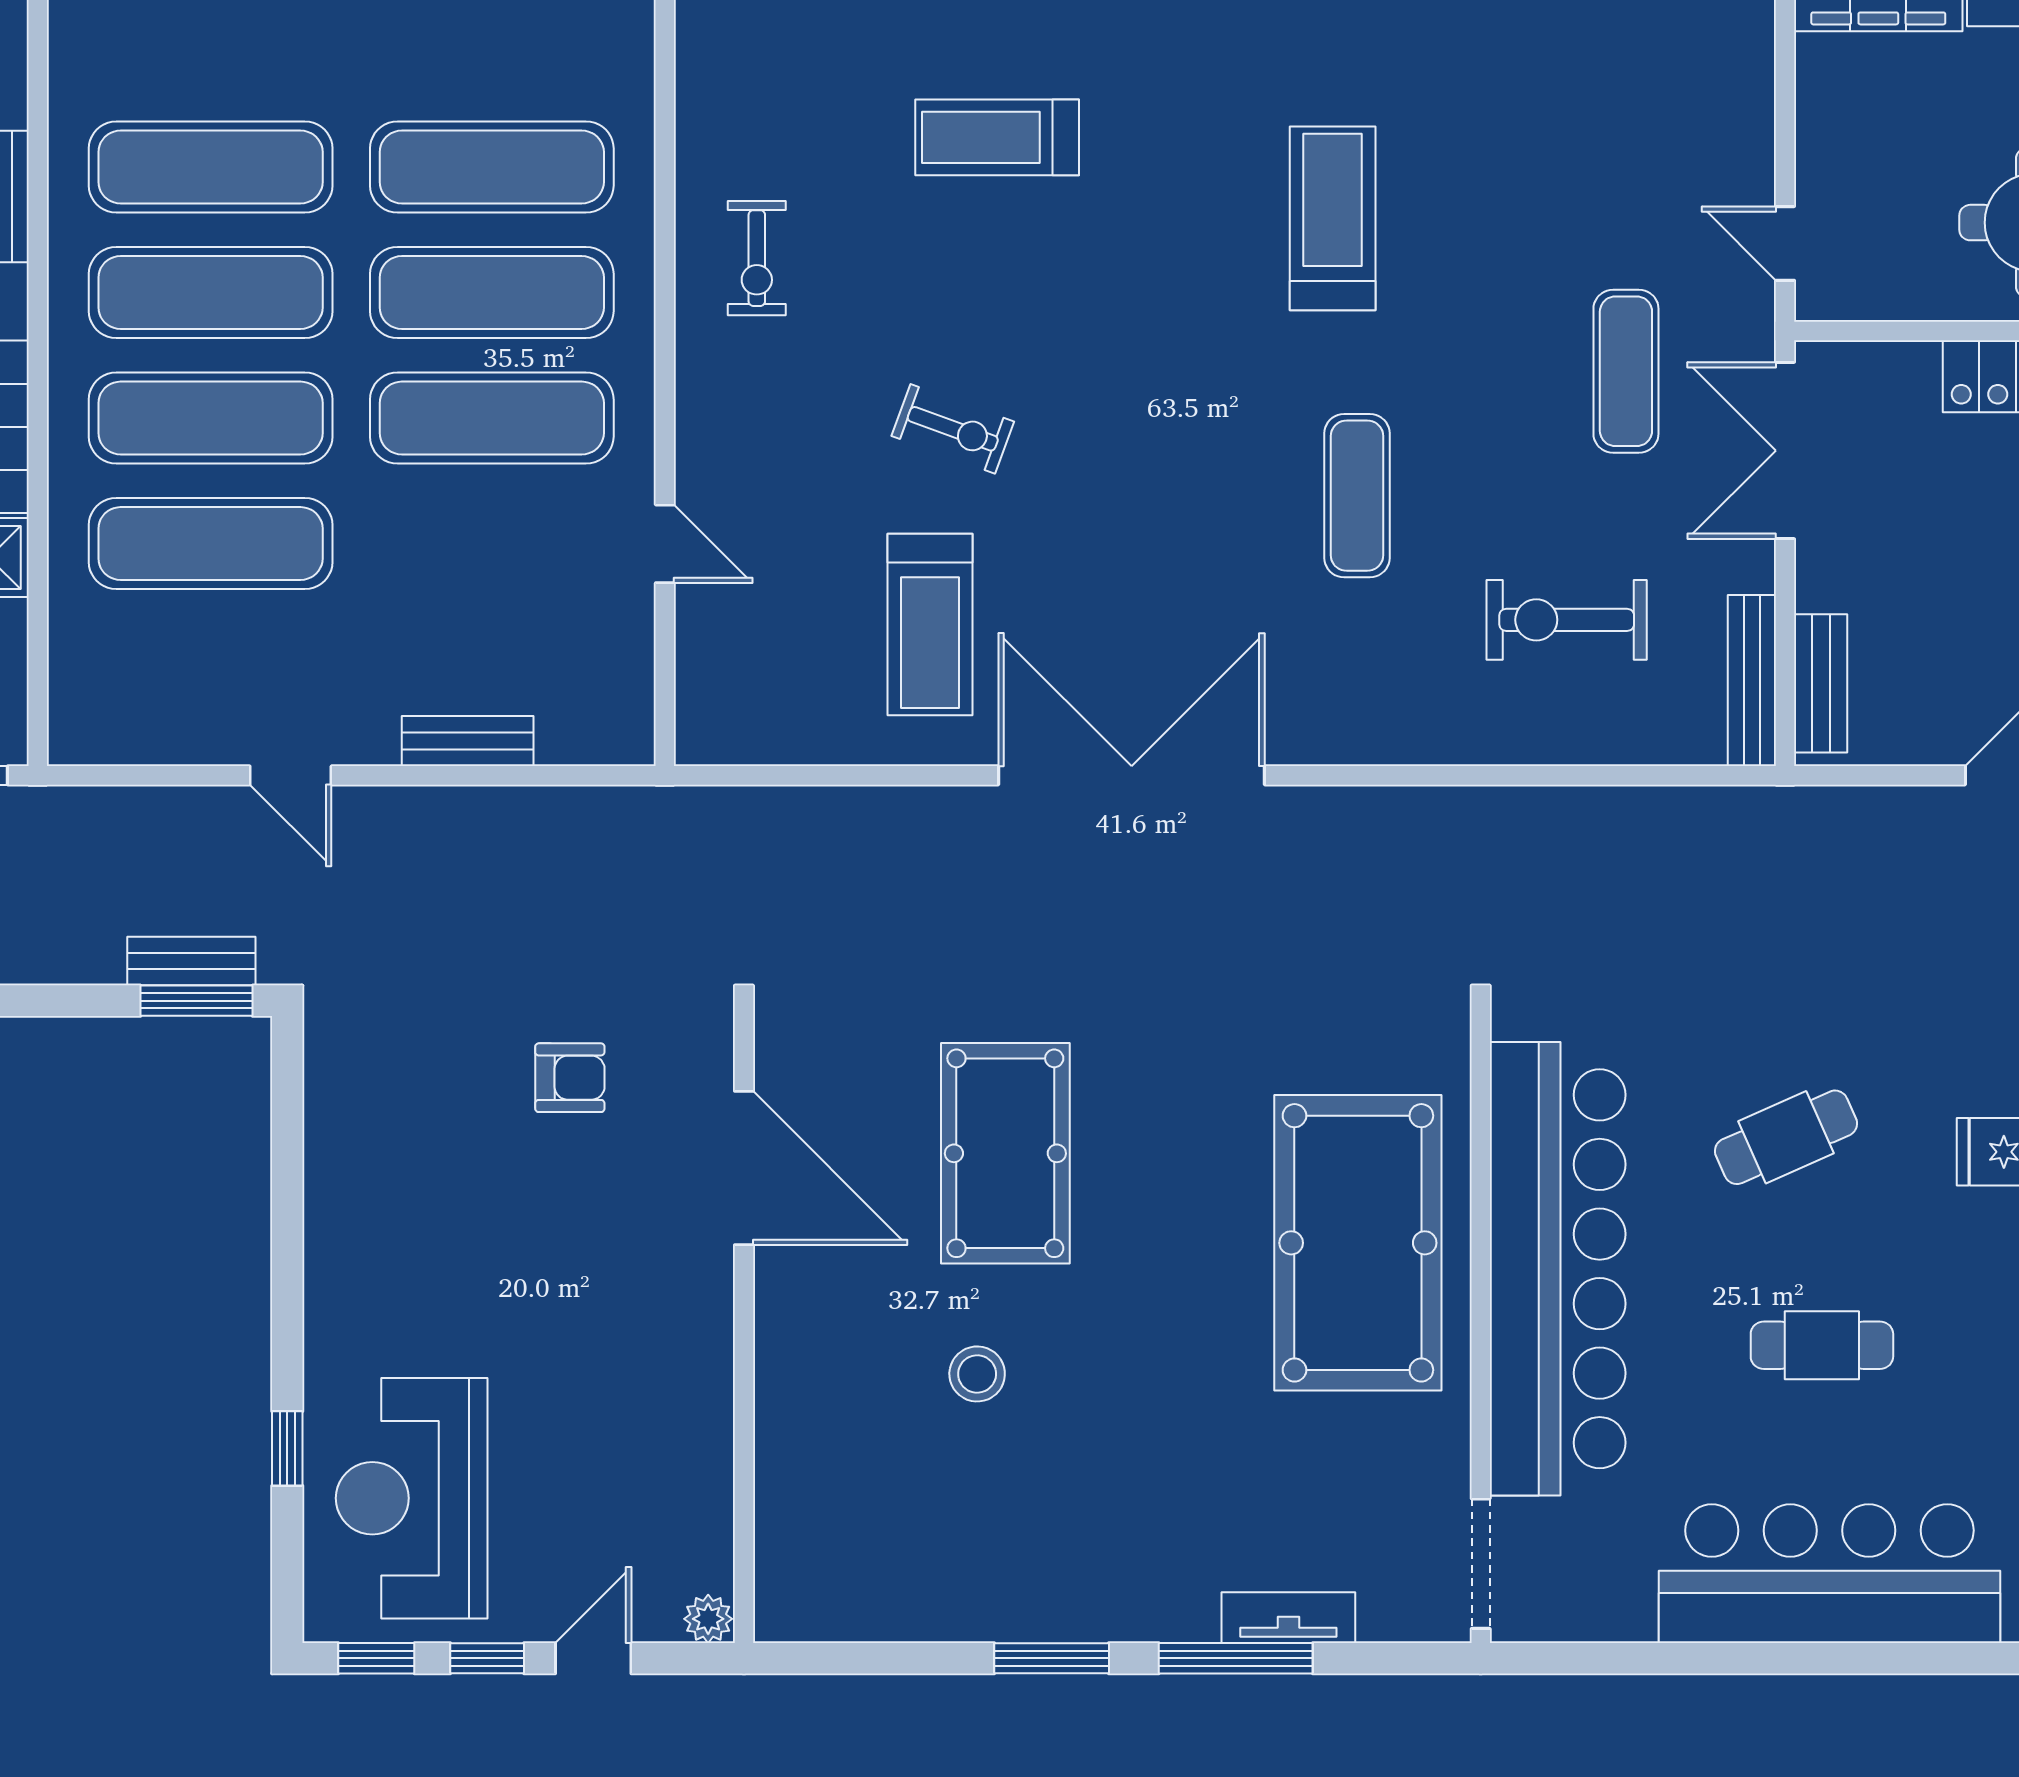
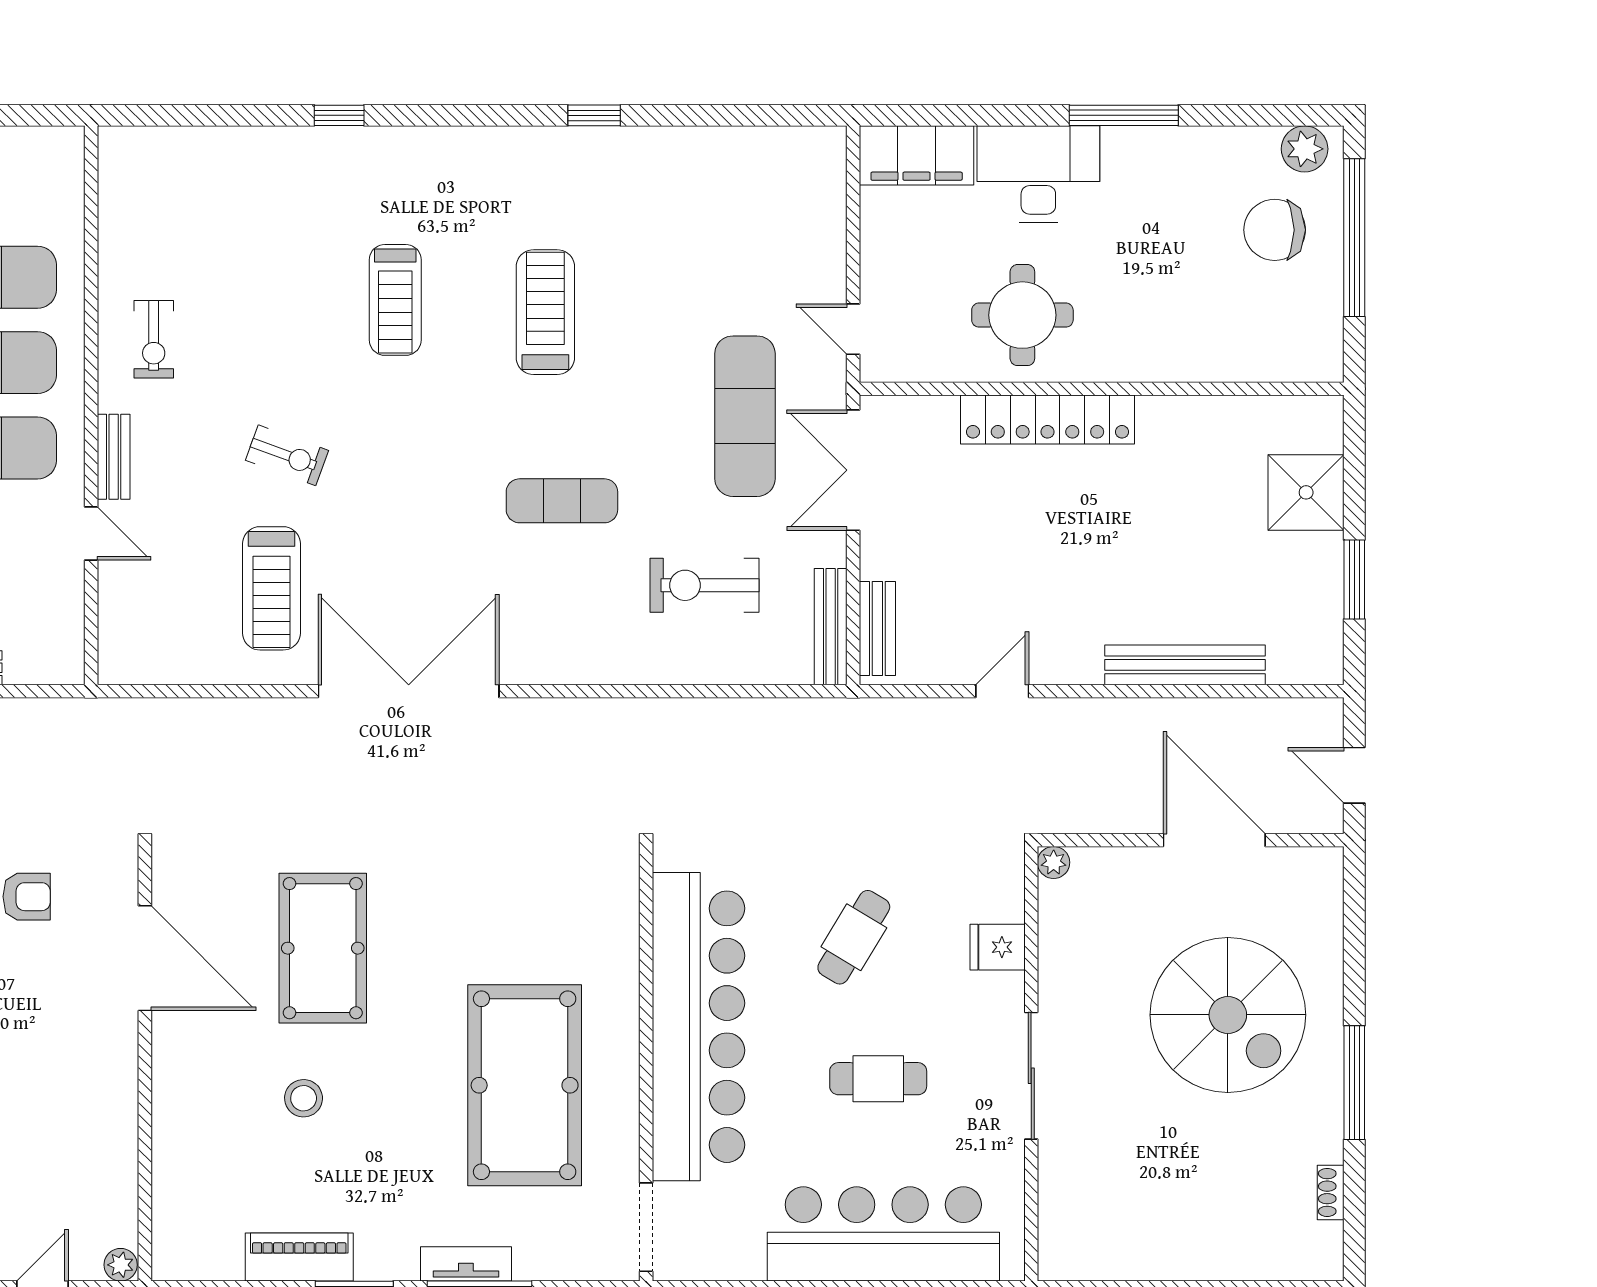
treadmill: (997, 137) -> (395, 300), moved, turned -90
exercise mat: (1626, 371) -> (745, 416), width x1.36, depth x1.45
bench: (698, 431) -> (114, 457), added
exercise mat: (1357, 496) -> (562, 501), turned 90
cafe table: (1786, 1137) -> (854, 937), turned -35
pool table: (1358, 1243) -> (525, 1085), moved
piano: (971, 1608) -> (299, 1257), added
tv unit: (1288, 1618) -> (466, 1264), moved

